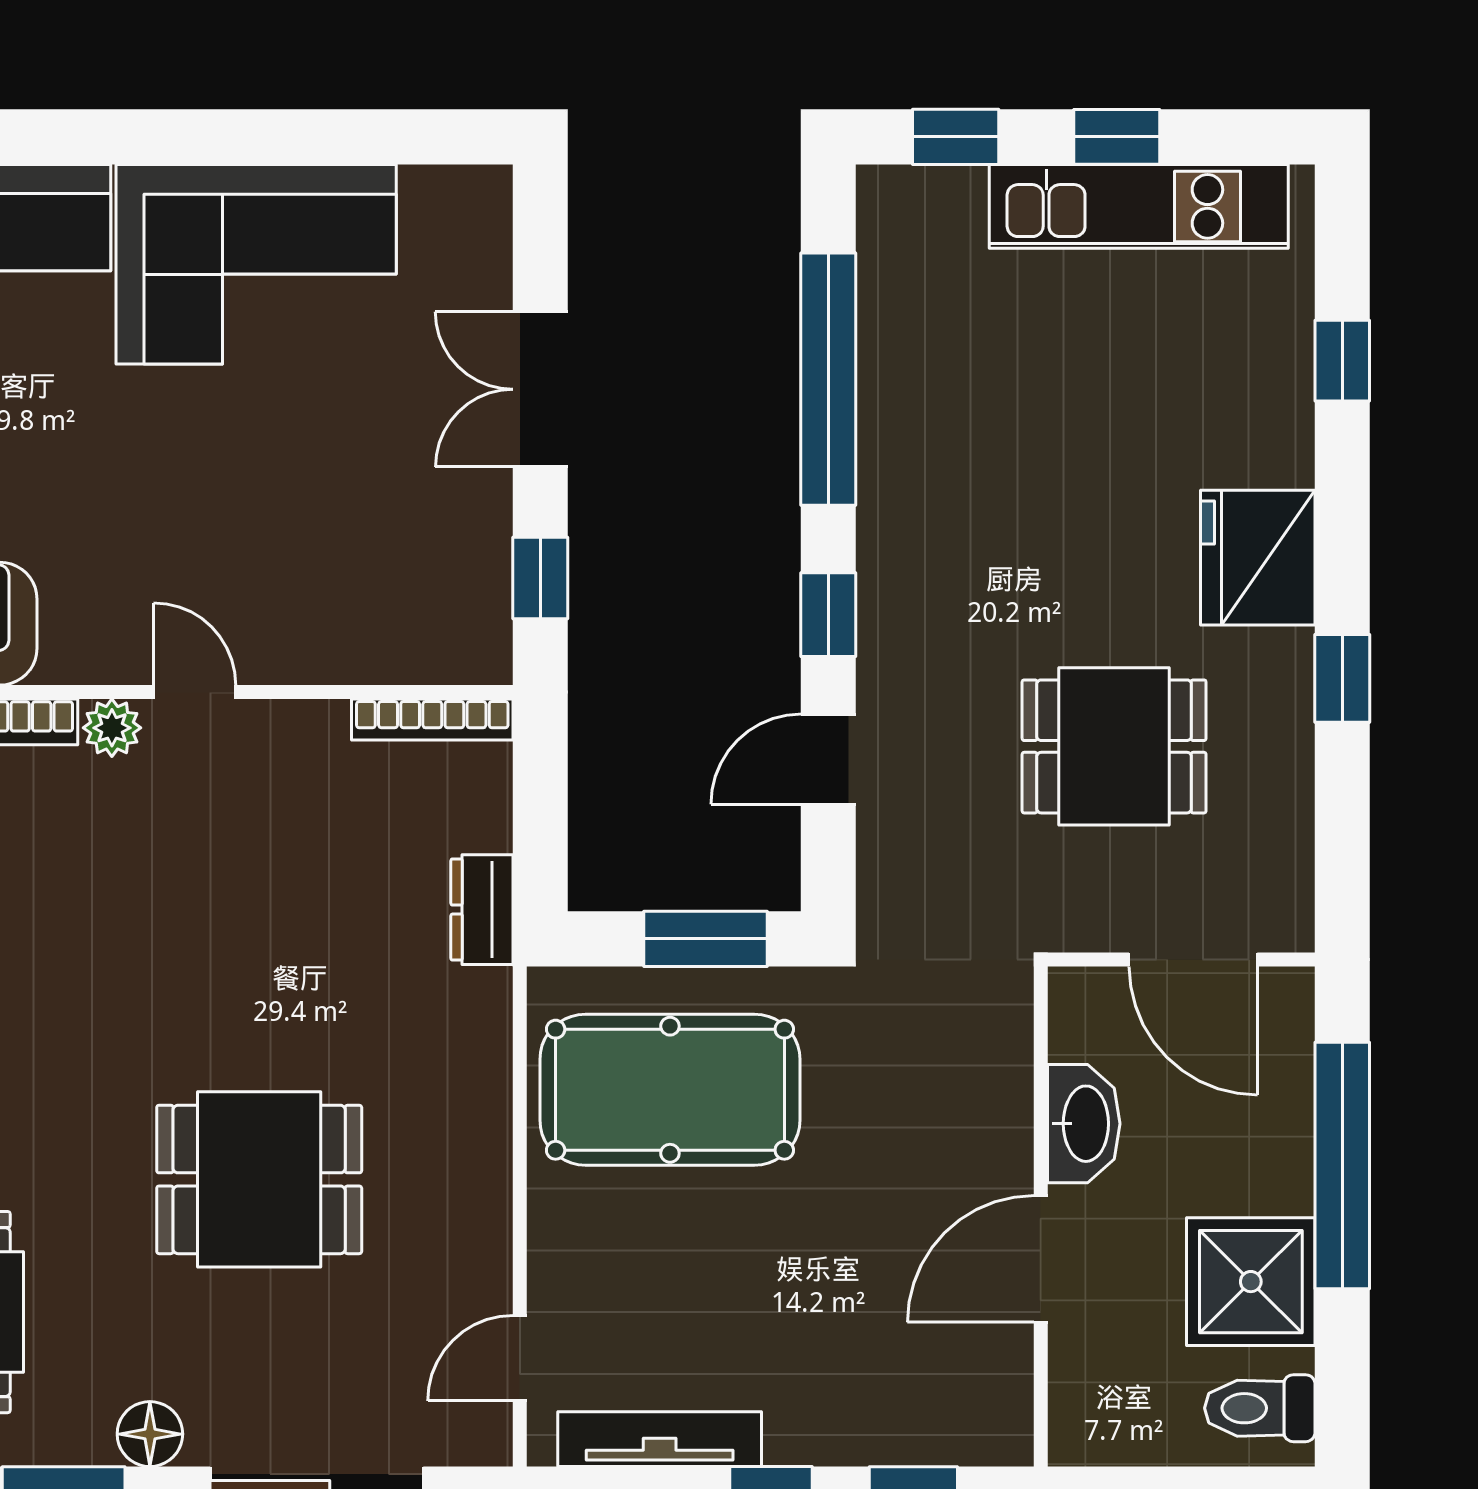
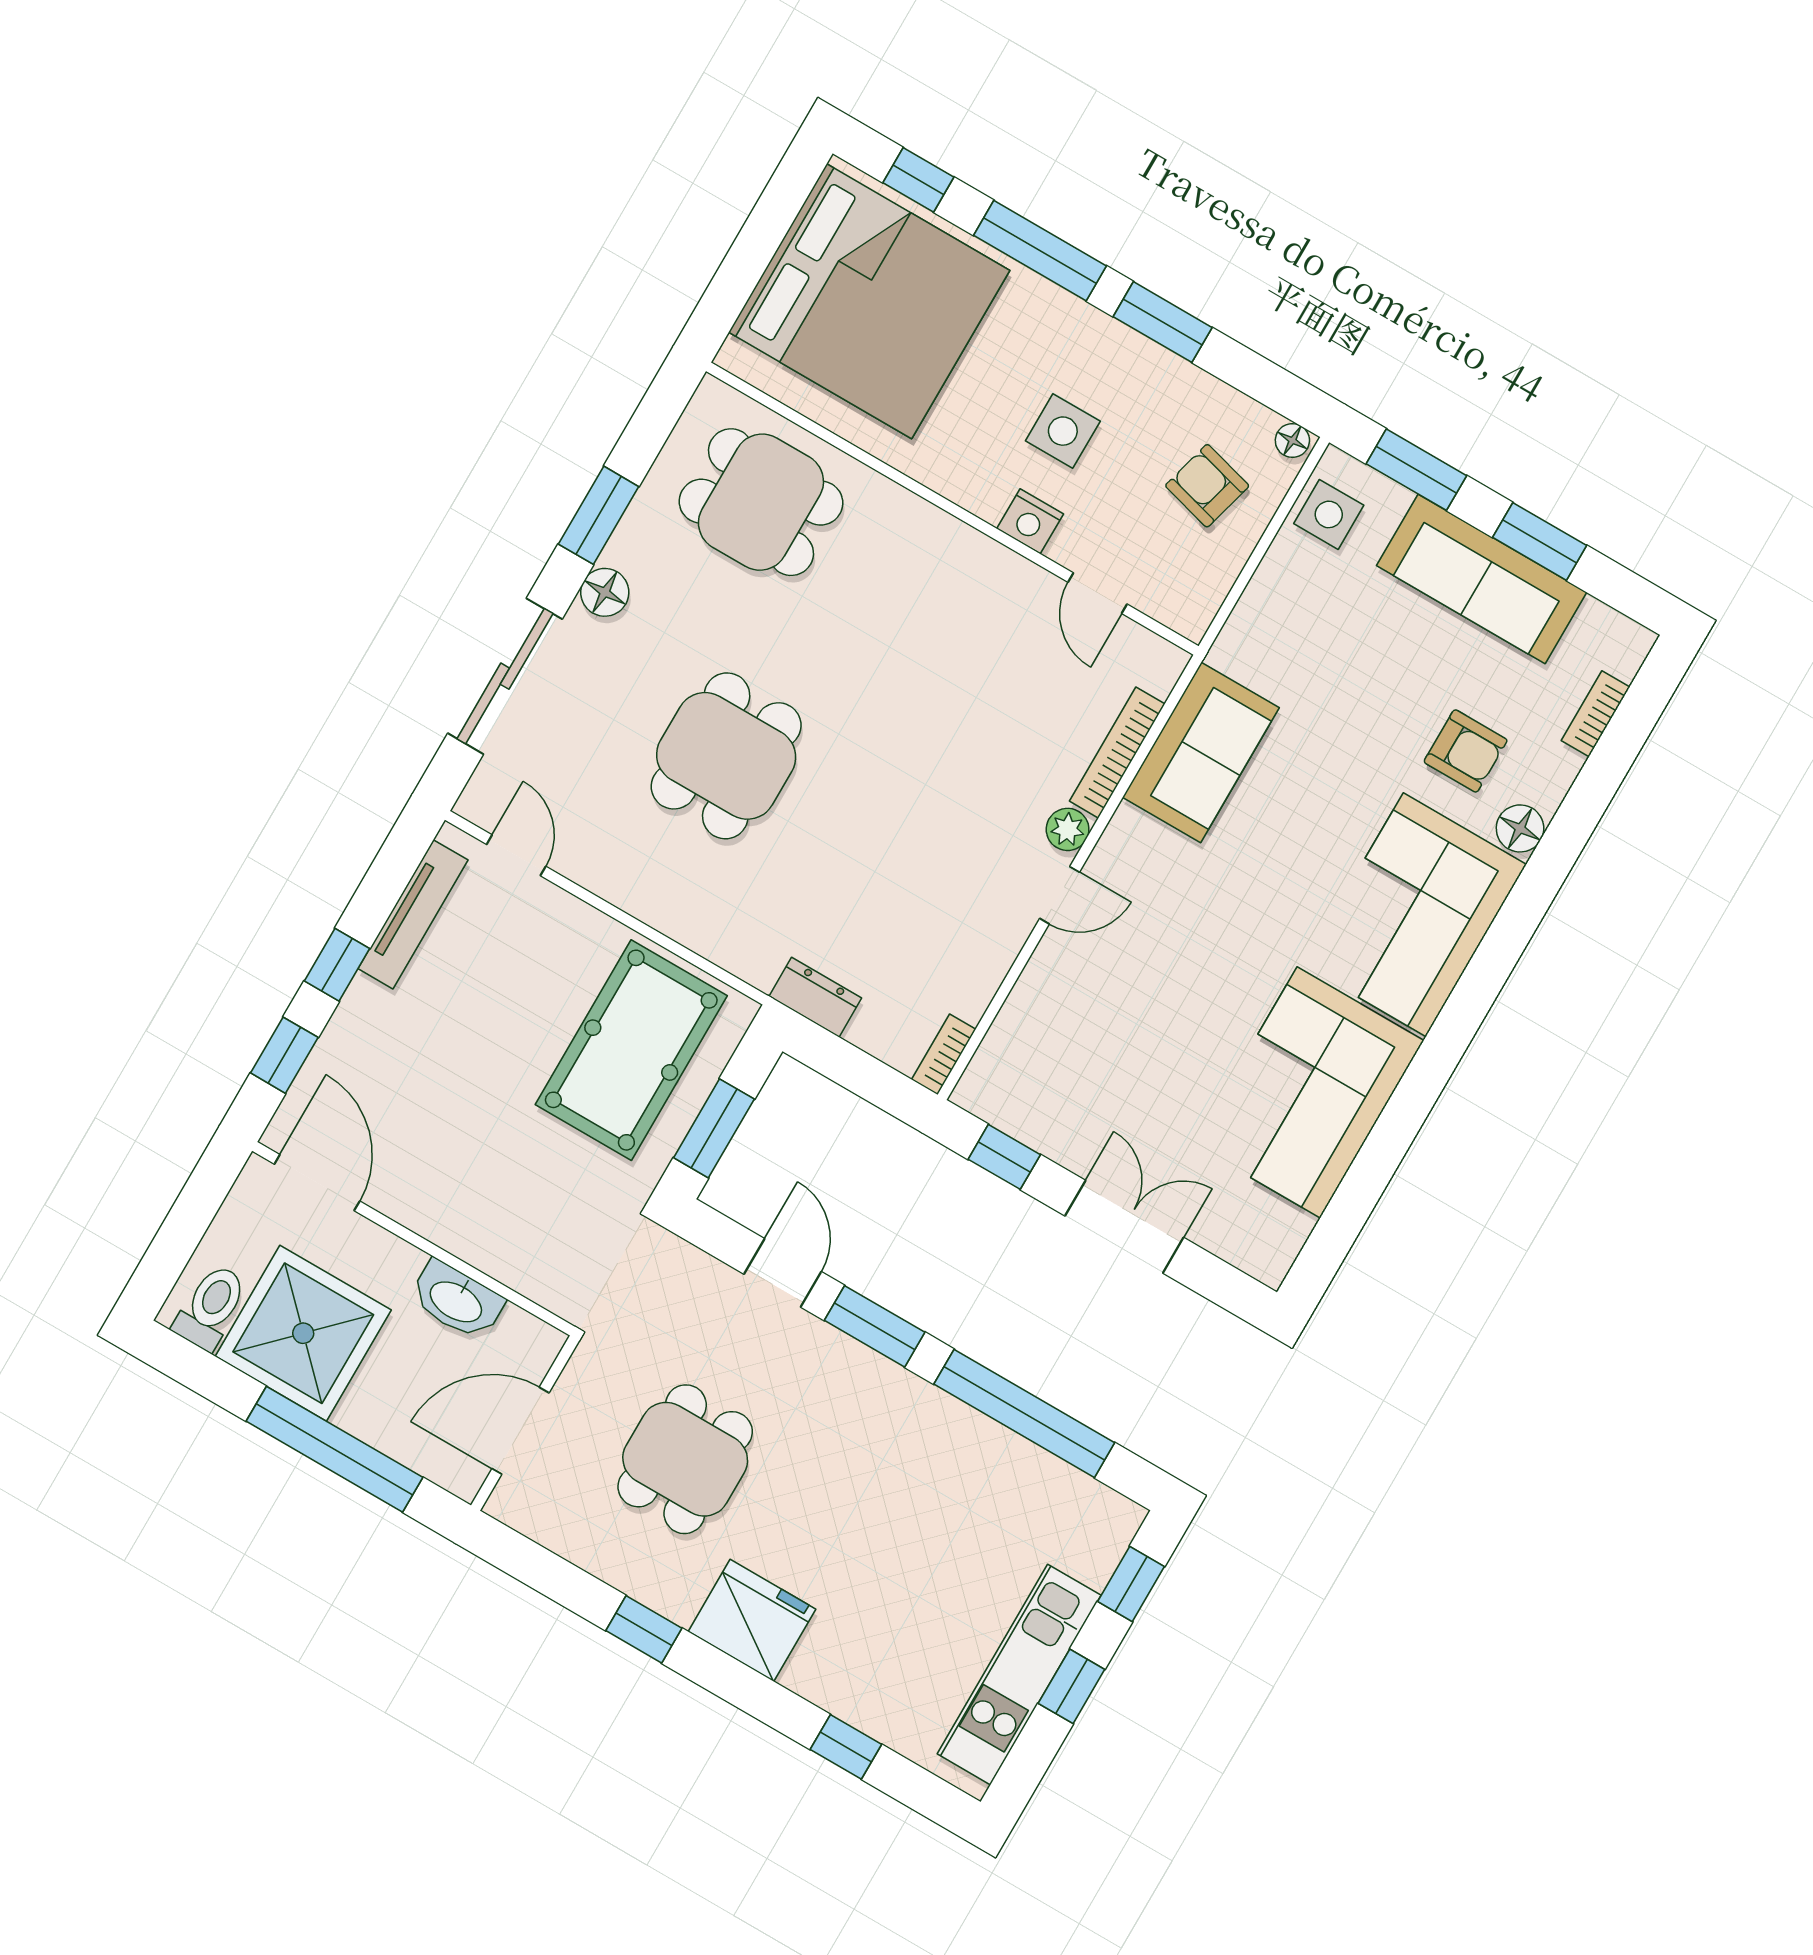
window: (828, 615) -> (875, 1326), width x1.50
bookcase: (432, 720) -> (944, 1054), width x0.64
door: (1041, 1259) -> (317, 1183), moved
shower: (1251, 1282) -> (303, 1333), width x1.37, depth x1.37

